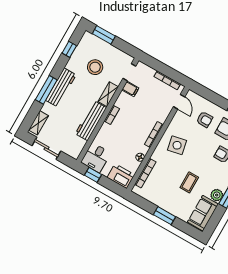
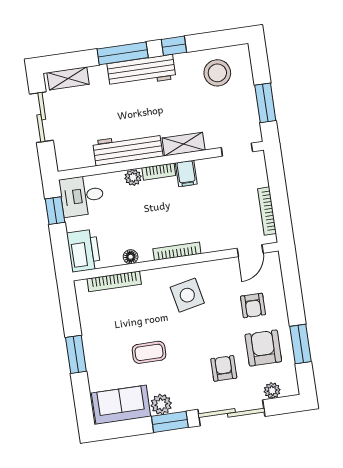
window: (104, 35) -> (265, 103), moved
window: (69, 49) -> (174, 46), moved
stool: (95, 67) -> (217, 73), moved
filing cabinet: (130, 89) -> (186, 173), moved
plant: (105, 128) -> (133, 177), added

